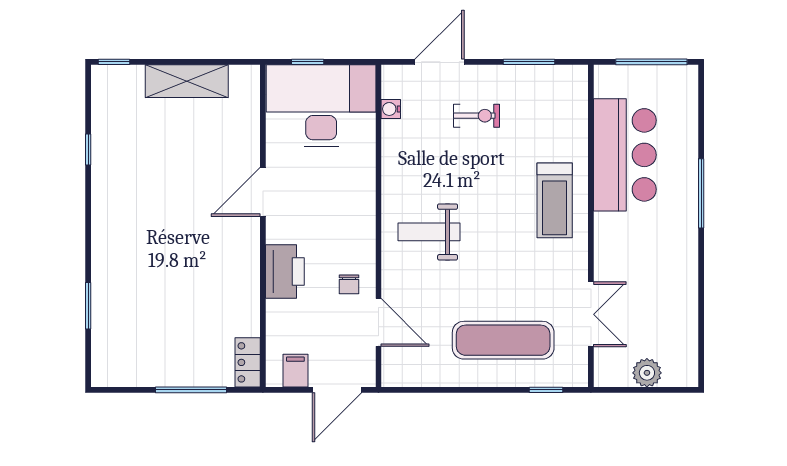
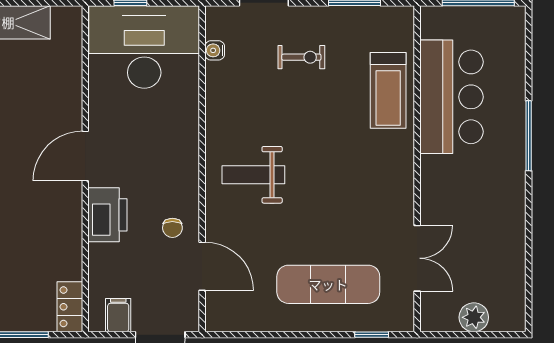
door: (263, 192) -> (85, 156), moved
treadmill: (555, 200) -> (388, 90), moved

